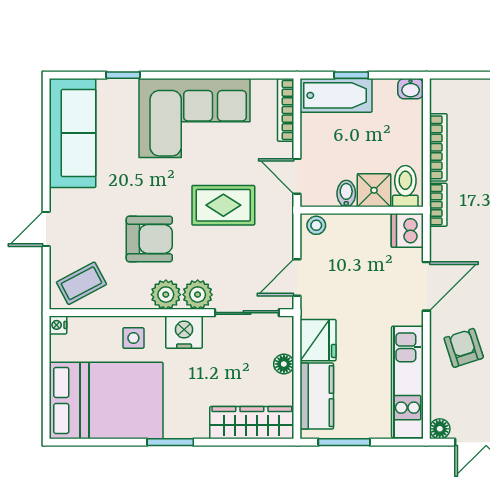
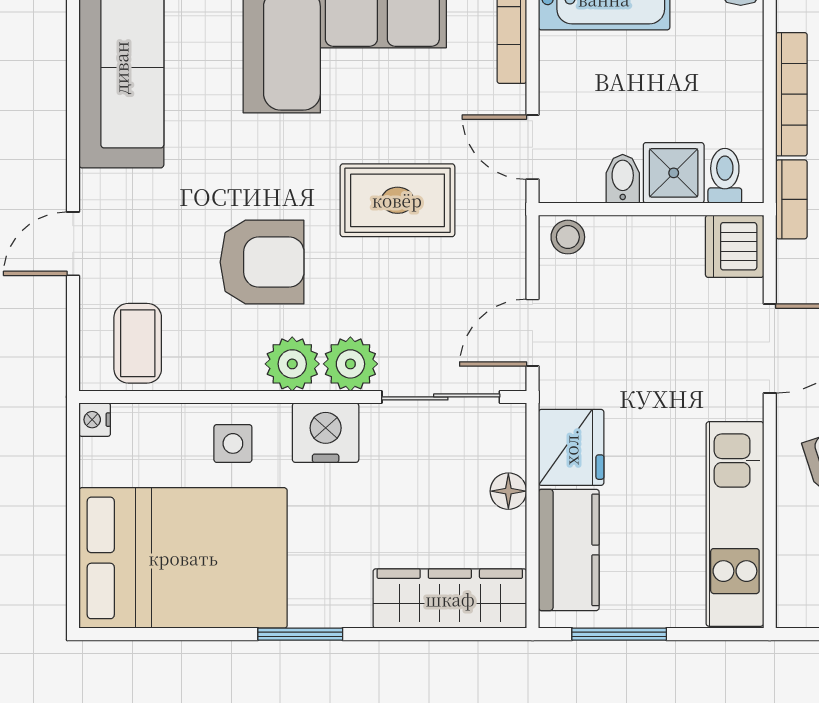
toilet: (405, 186) -> (725, 176), width x0.73, depth x0.72
coffee table: (81, 283) -> (138, 343), turned -62
floor lamp: (440, 429) -> (794, 610), removed

